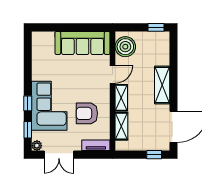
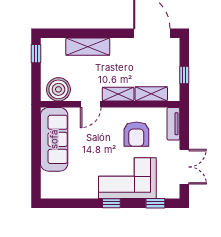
door: (113, 74) -> (91, 104), swing flipped
shelving: (162, 85) -> (88, 47), moved
window: (28, 103) -> (111, 203), moved
plant: (37, 146) -> (174, 193), removed
window: (154, 155) -> (184, 75), moved

